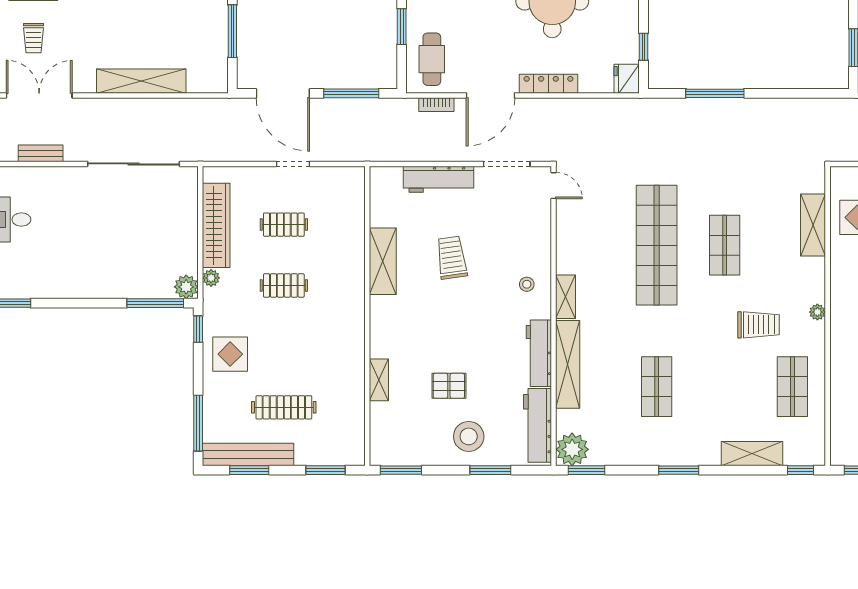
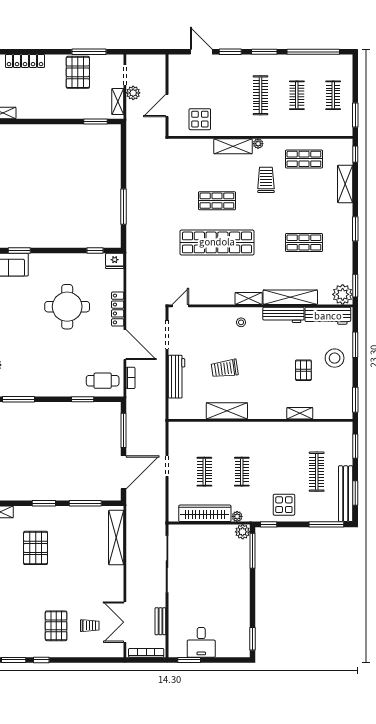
shelving: (141, 81) -> (116, 538), moved
shelving: (813, 225) -> (233, 146), moved

